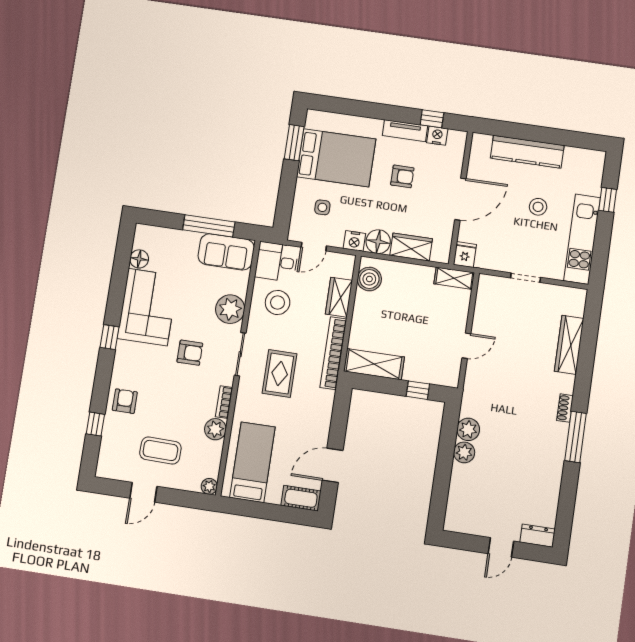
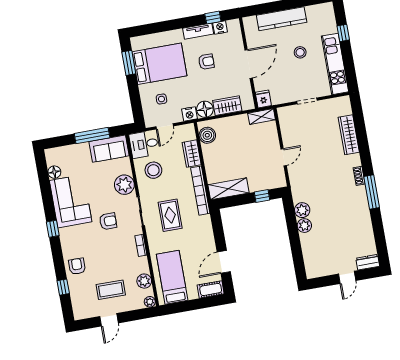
plant: (215, 429) -> (144, 281), moved

